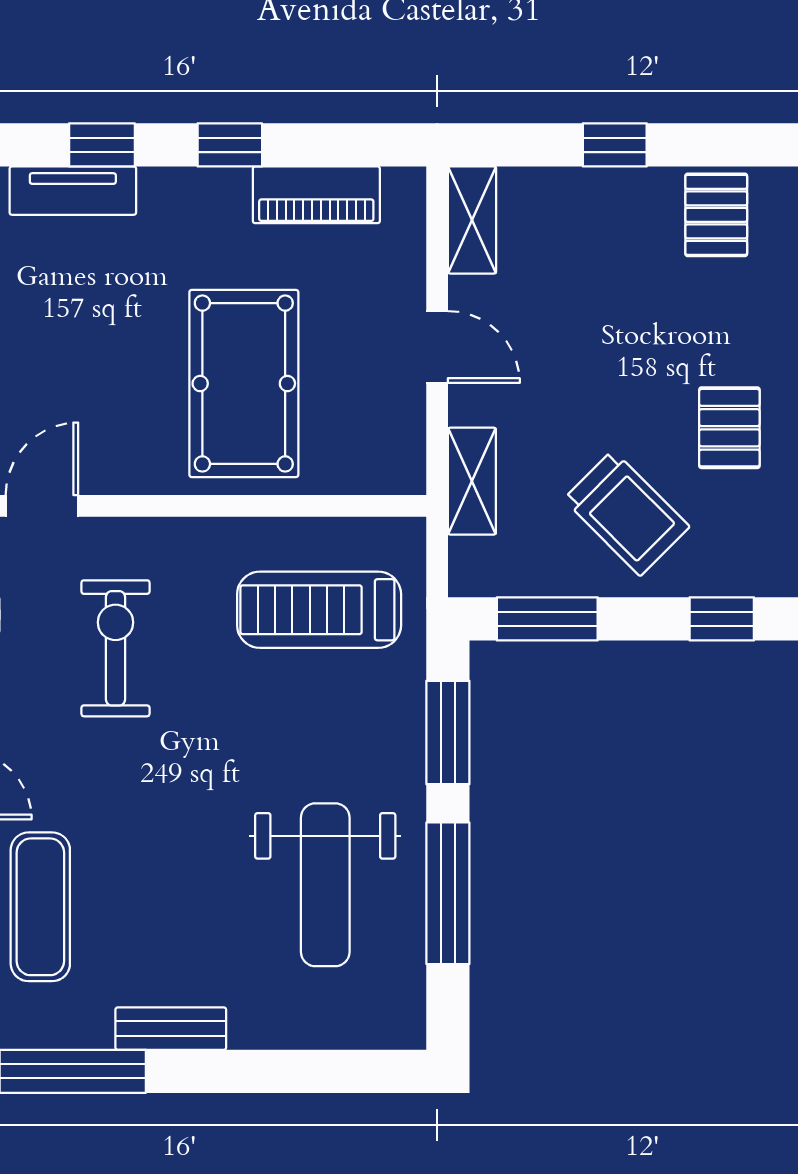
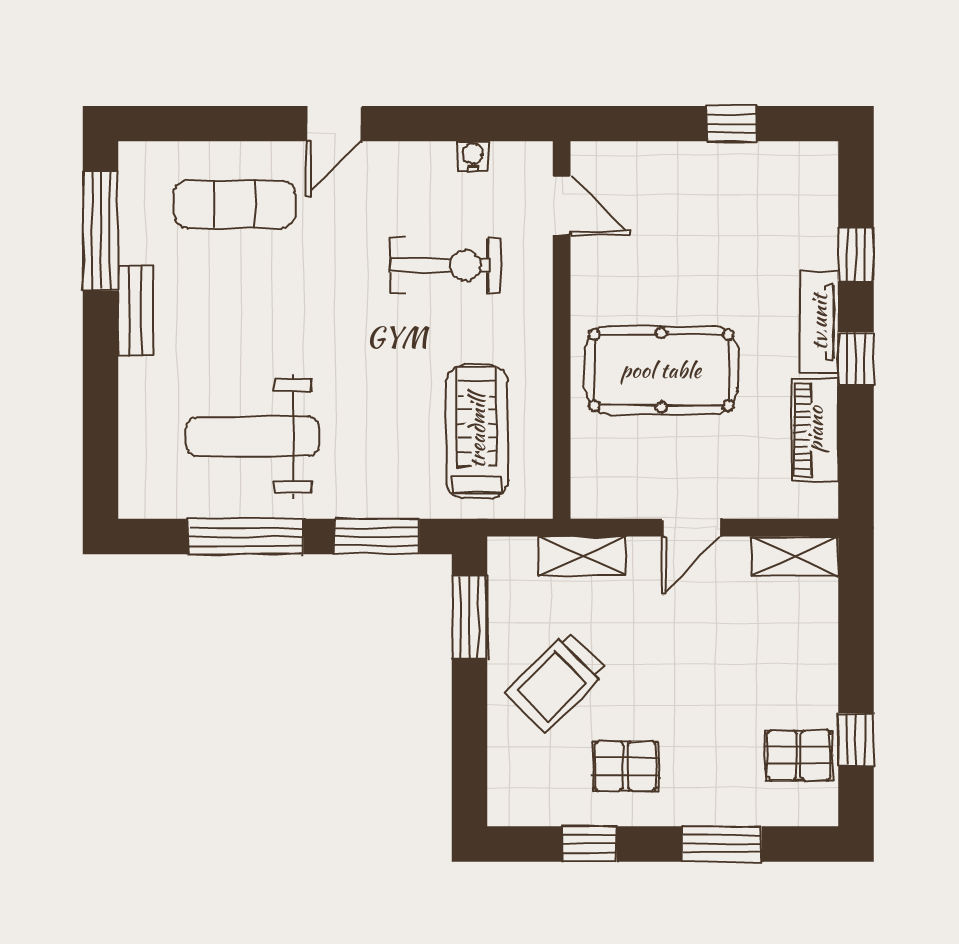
window: (615, 145) -> (856, 740), moved
tv unit: (73, 191) -> (819, 322), moved
window: (722, 619) -> (469, 760), removed

